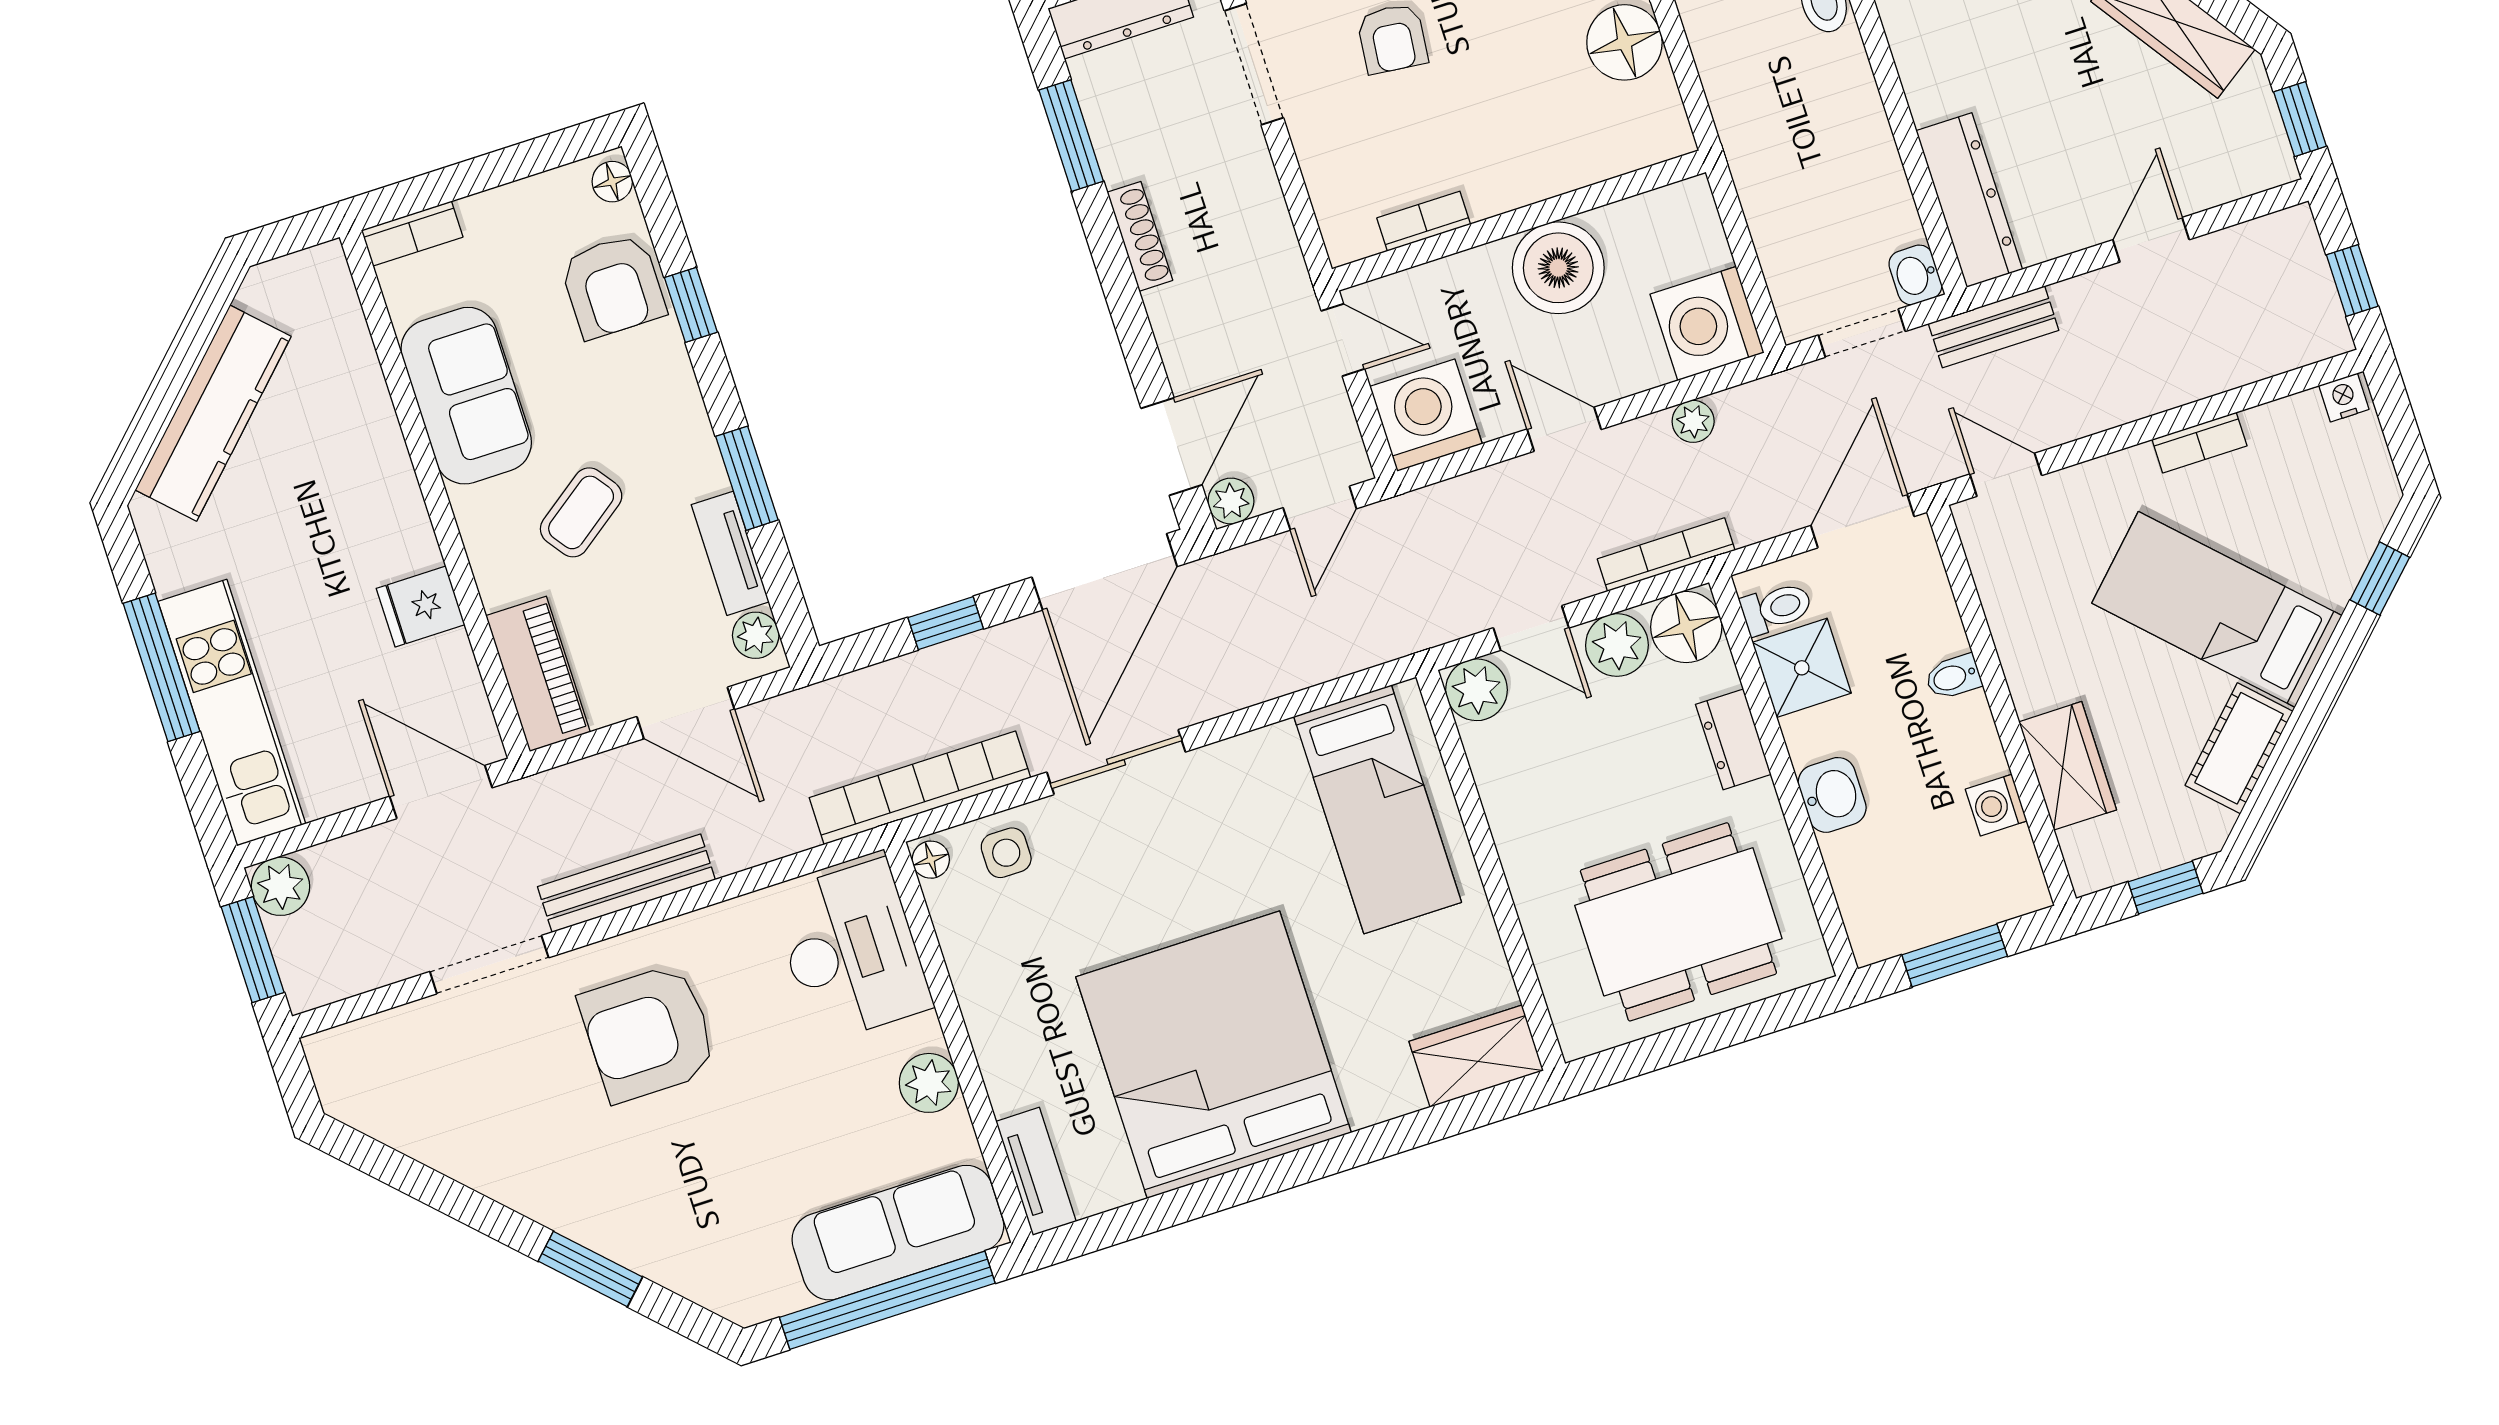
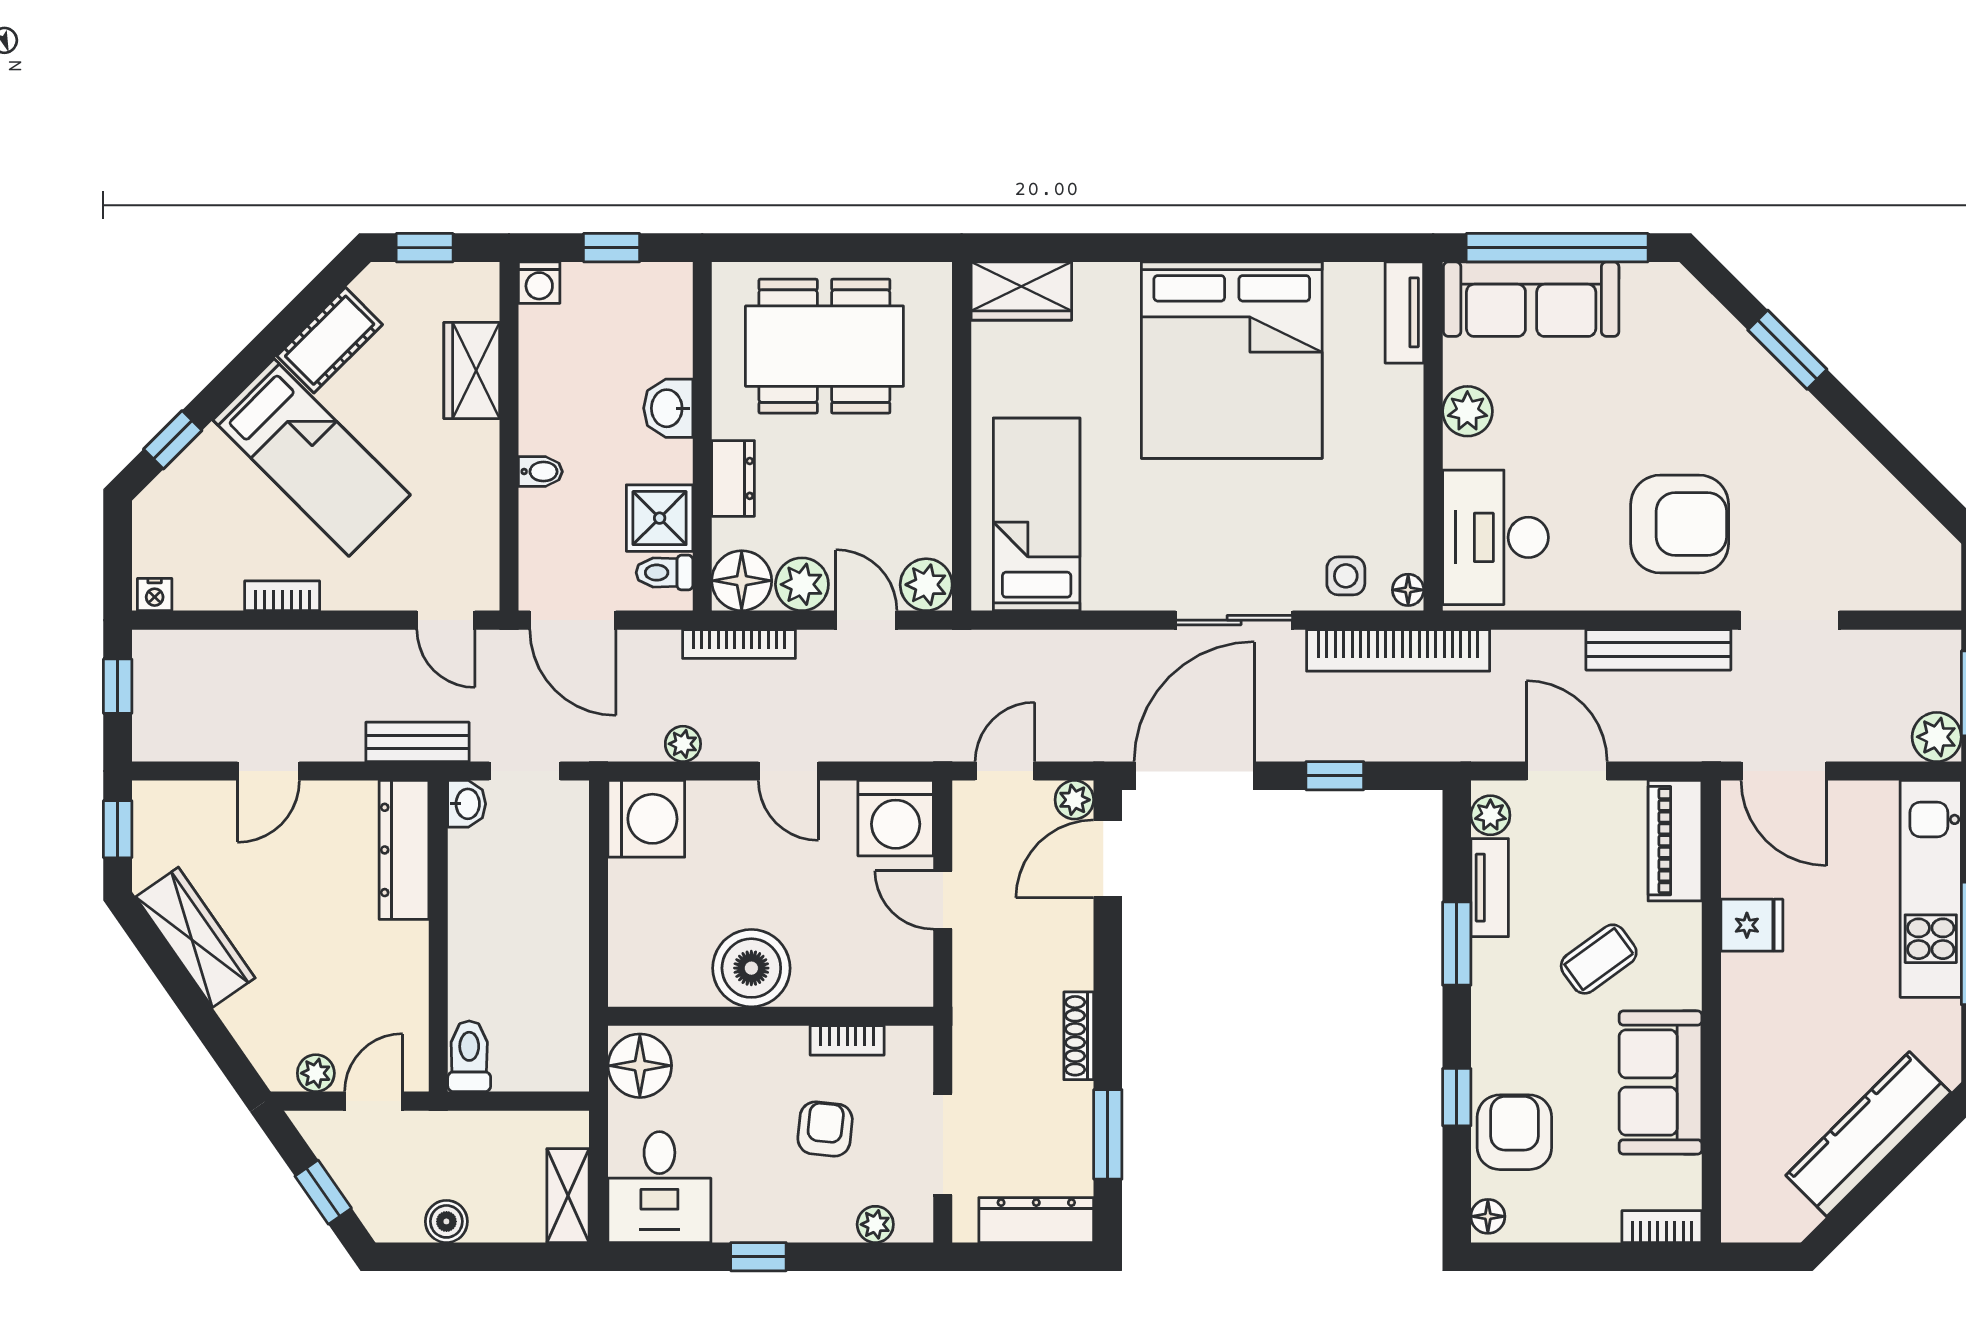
bookcase: (1424, 221) -> (847, 1040), moved
wall: (1519, 221) -> (771, 1016), moved
boiler: (1558, 268) -> (751, 968), moved
door: (1862, 521) -> (573, 620), hinge flipped
washing machine: (1996, 805) -> (539, 283), moved, turned 90
window: (1955, 956) -> (612, 248), width x0.67

